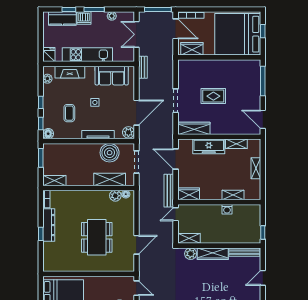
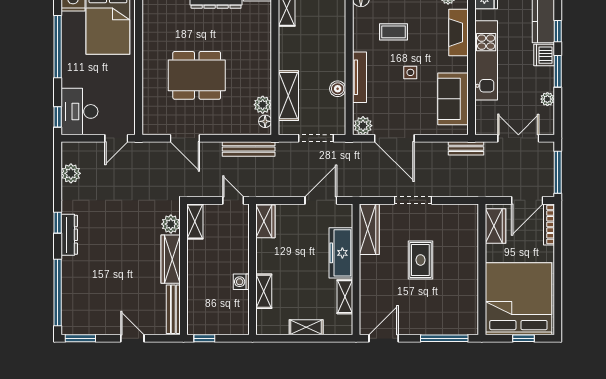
boiler: (110, 153) -> (338, 89), width x0.54, depth x0.54
bench: (169, 191) -> (249, 149), moved

